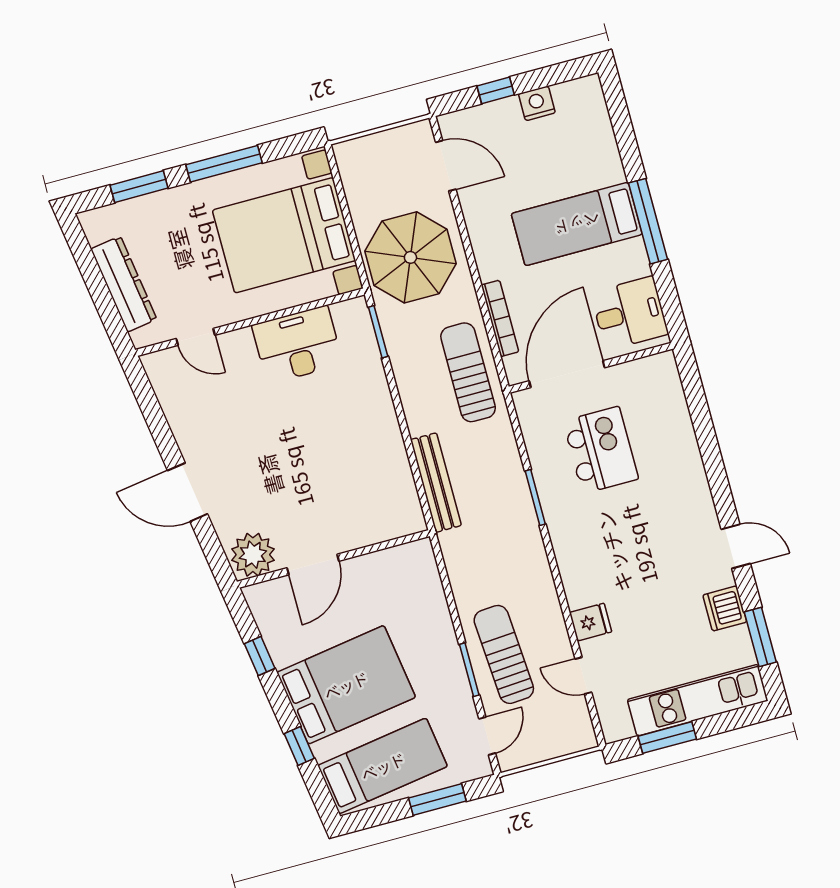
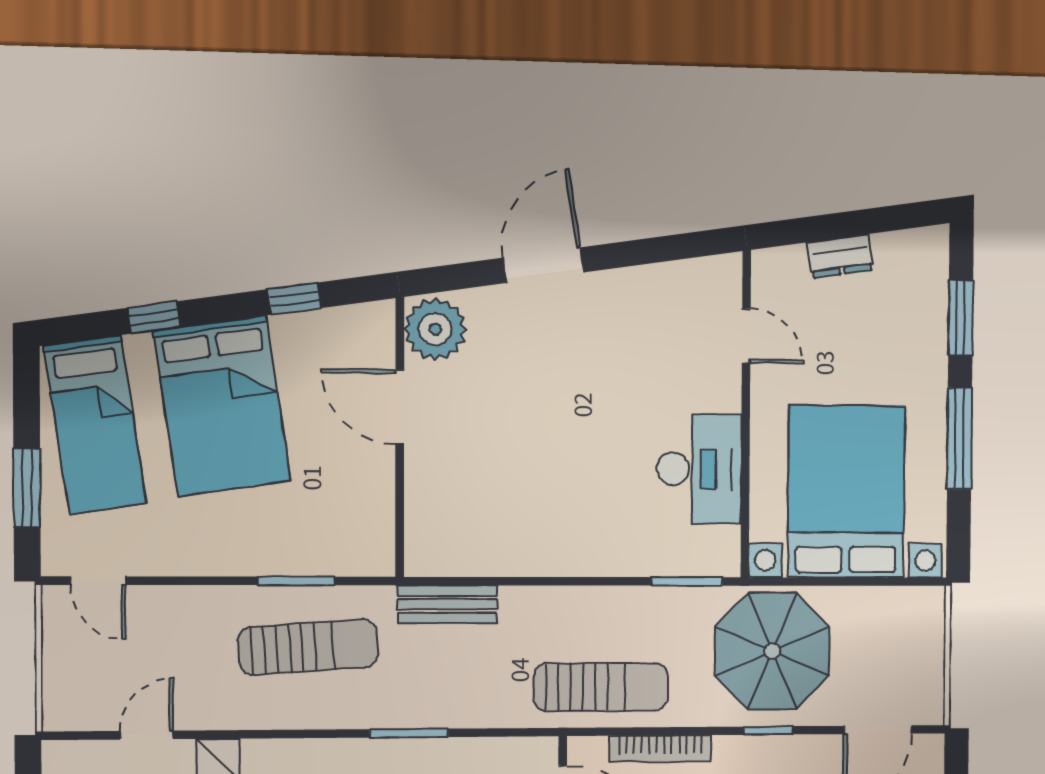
window: (467, 245) -> (768, 731), added
dresser: (124, 284) -> (840, 256), width x0.51, depth x0.80
door: (196, 337) -> (746, 336), swing flipped
bench: (436, 483) -> (447, 604), width x0.73
sun lounger: (504, 654) -> (308, 647), moved
window: (469, 670) -> (296, 581), moved

